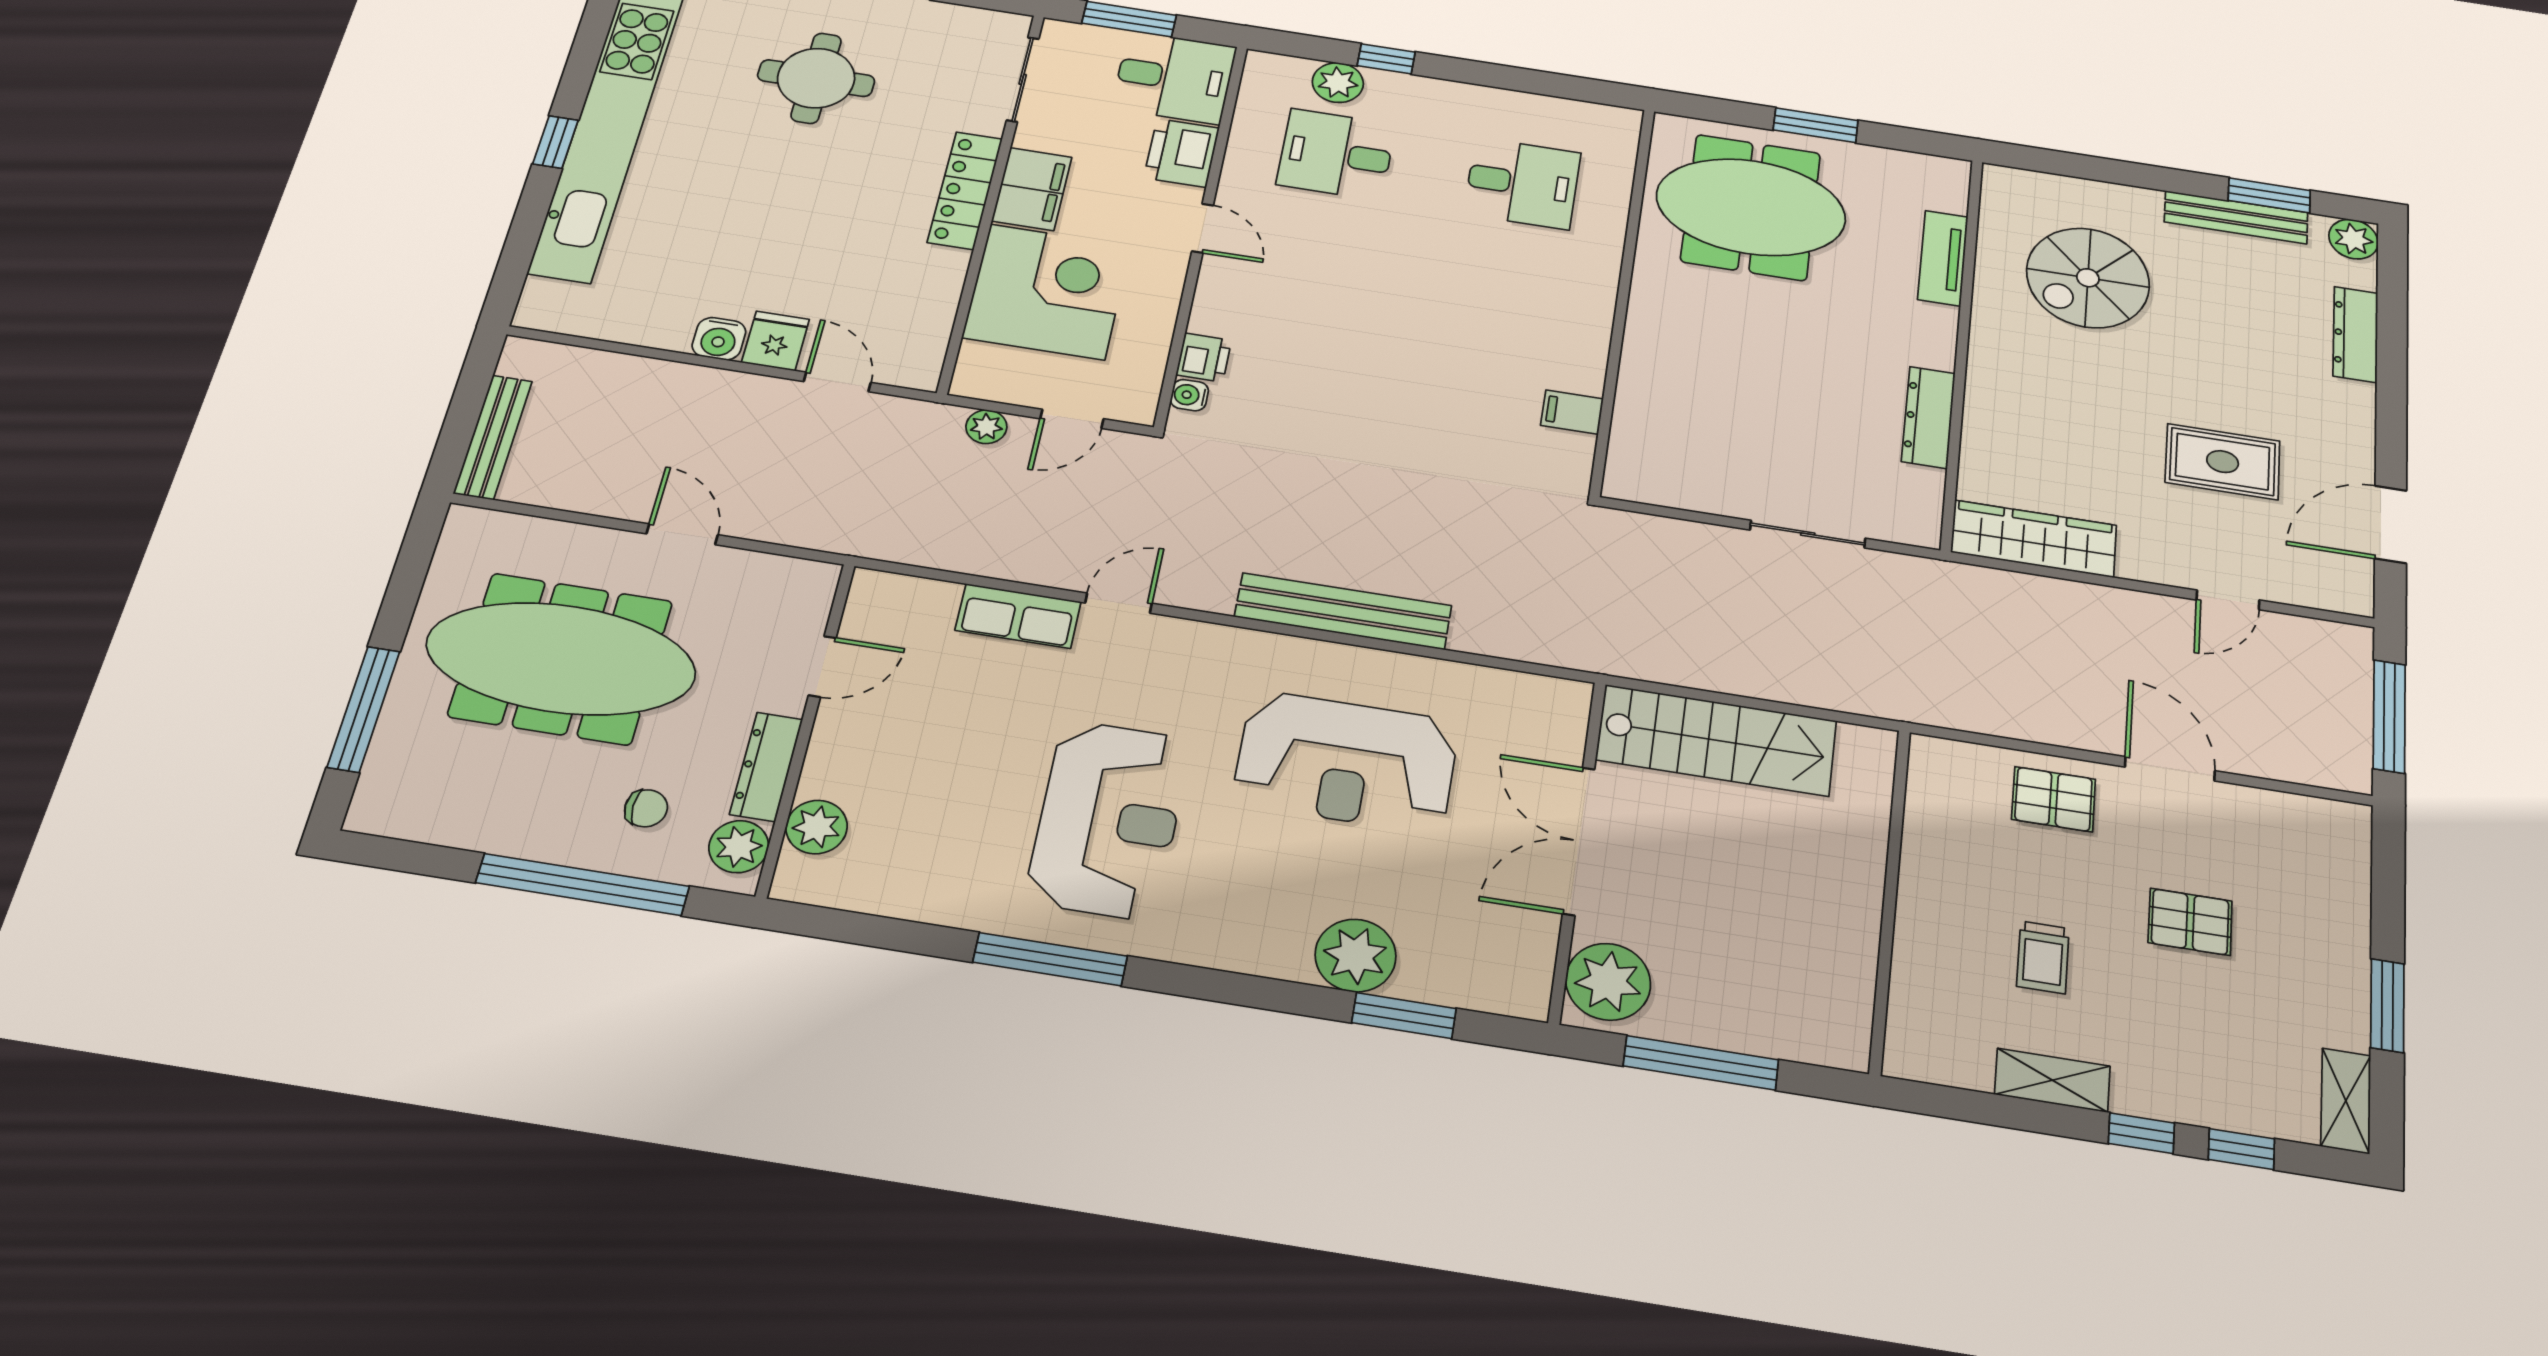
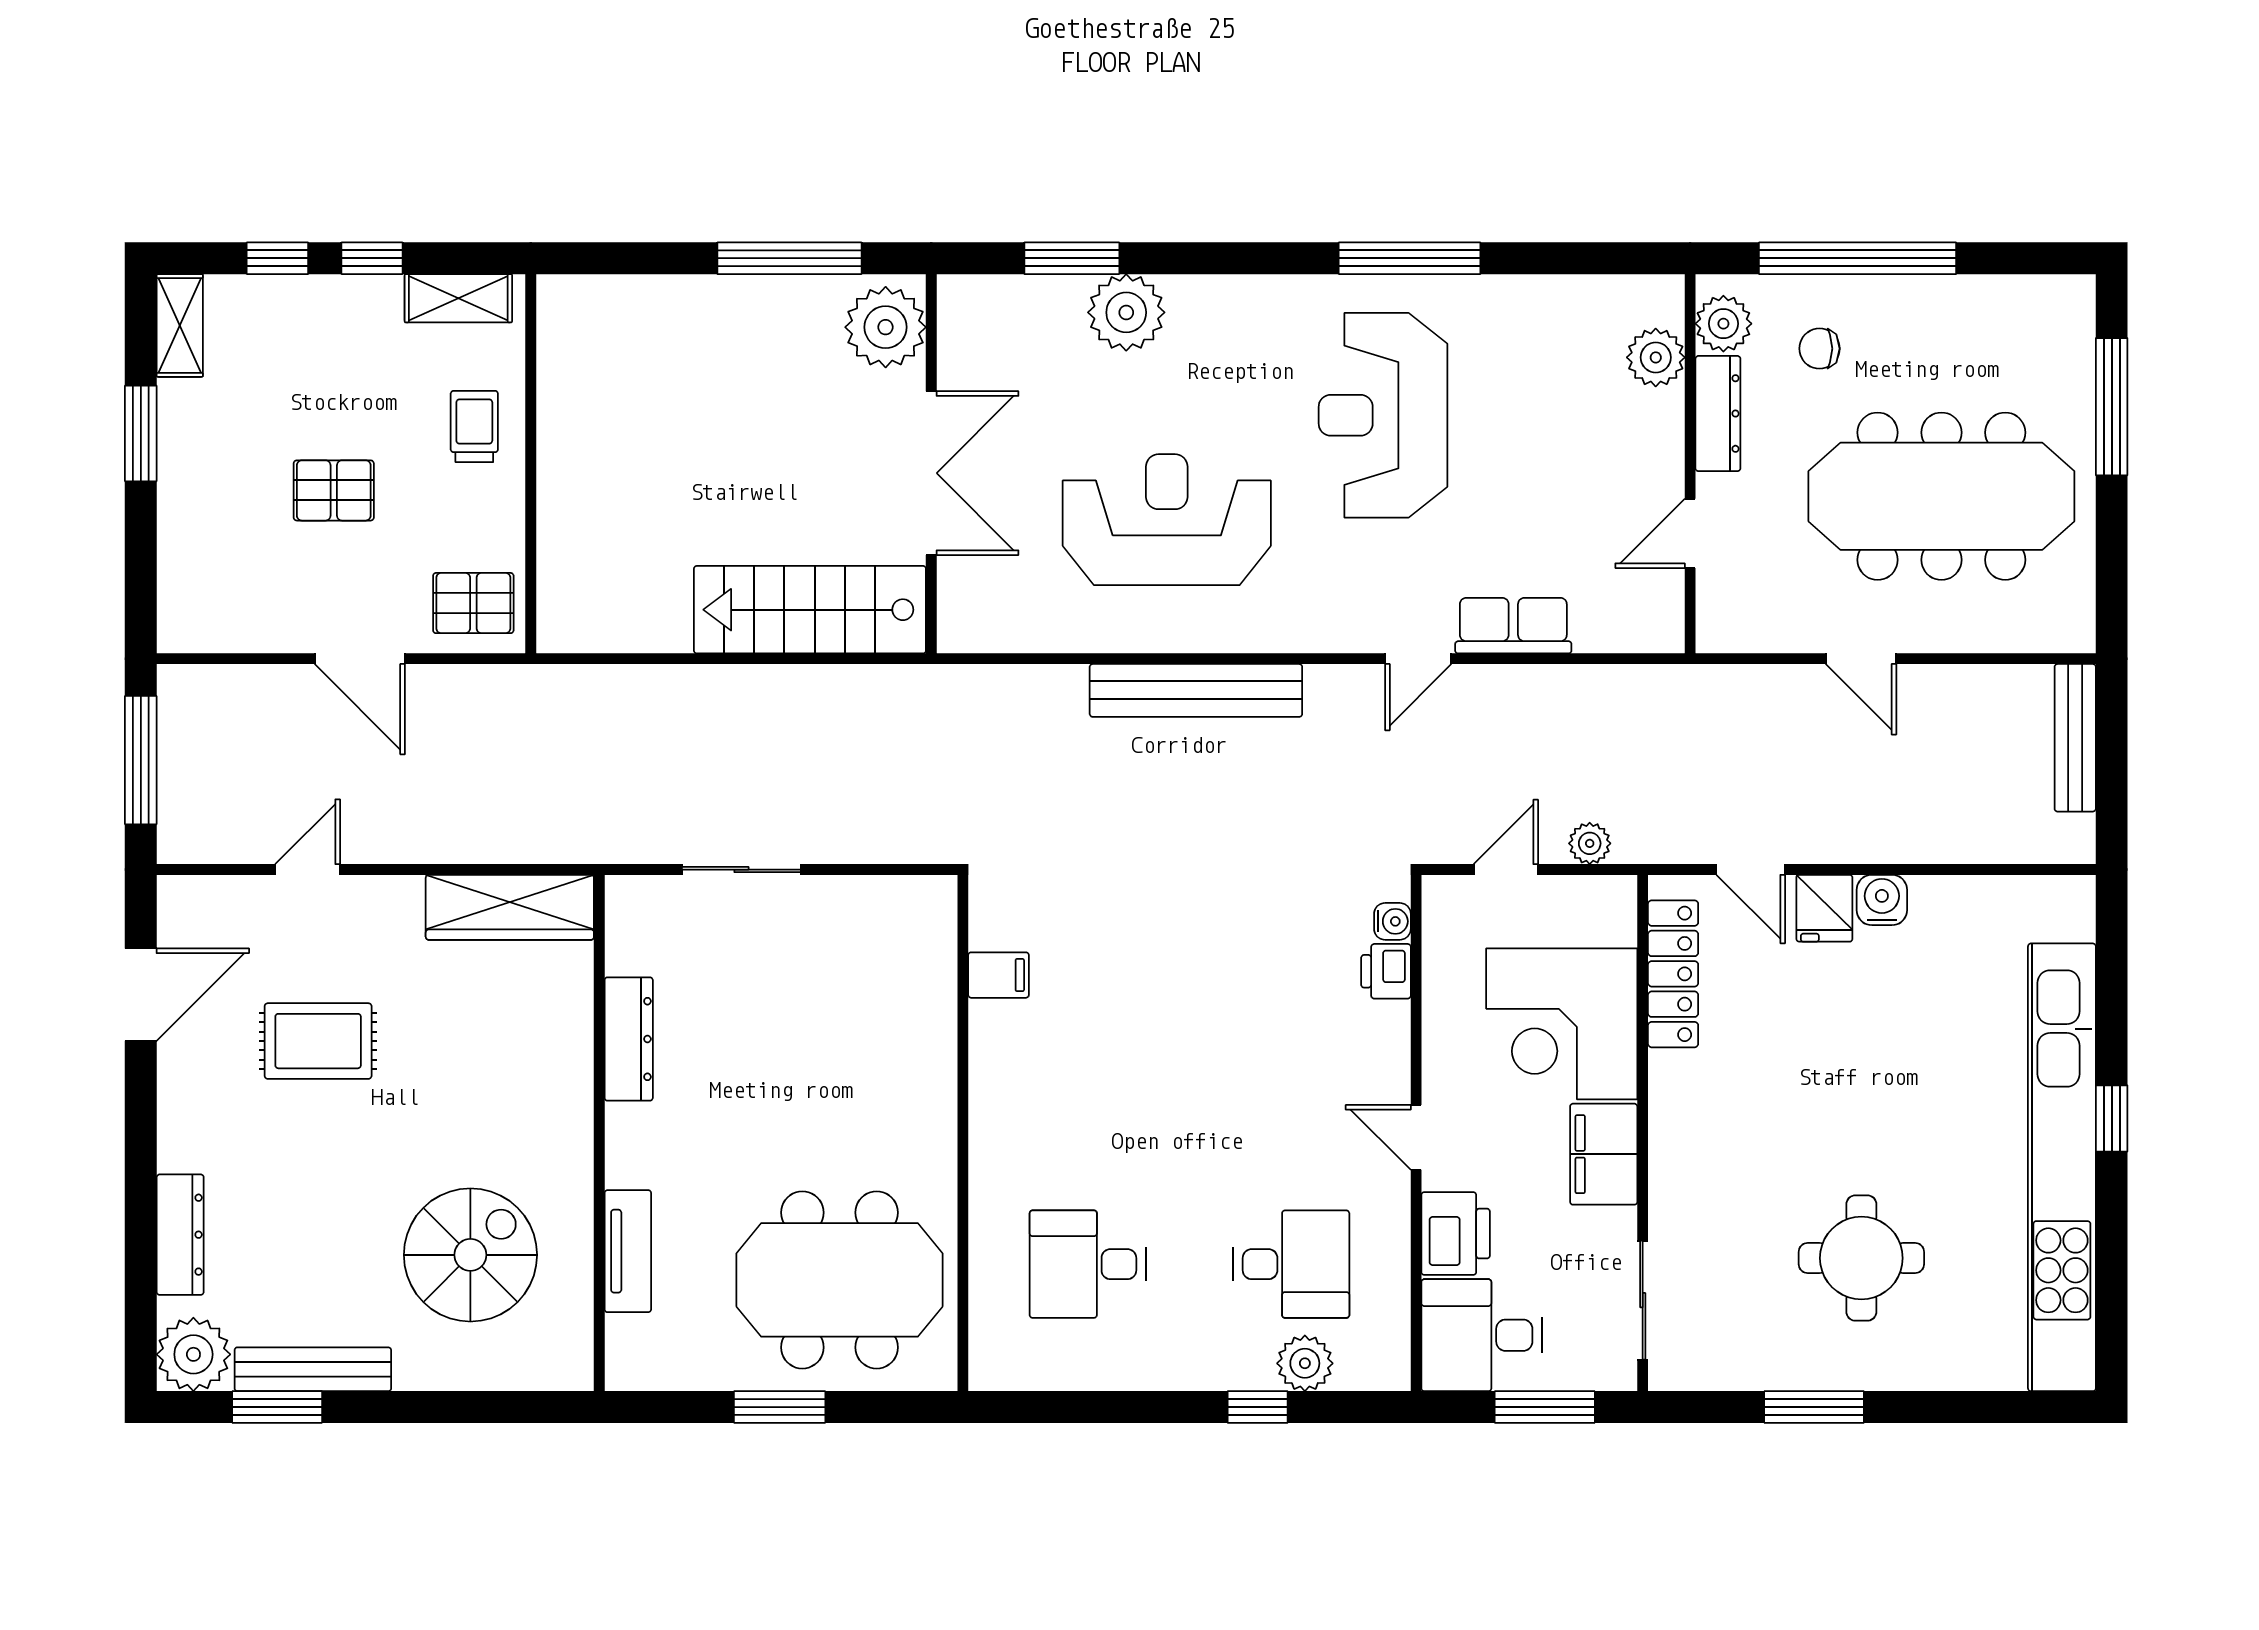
locker: (965, 190) -> (1673, 974), moved
plant: (2353, 239) -> (193, 1354), width x1.36, depth x1.36
wall: (1890, 899) -> (531, 464), moved

